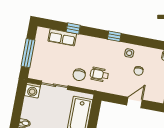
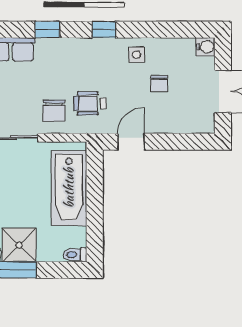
window: (73, 28) -> (47, 30), moved
door: (134, 102) -> (131, 142), moved

